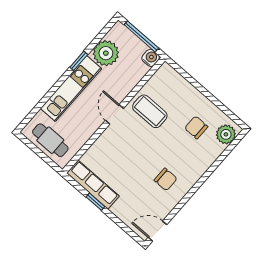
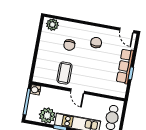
door: (114, 114) -> (78, 91), hinge flipped
chair: (196, 127) -> (69, 45), moved
row of seats: (93, 185) -> (125, 66), moved

